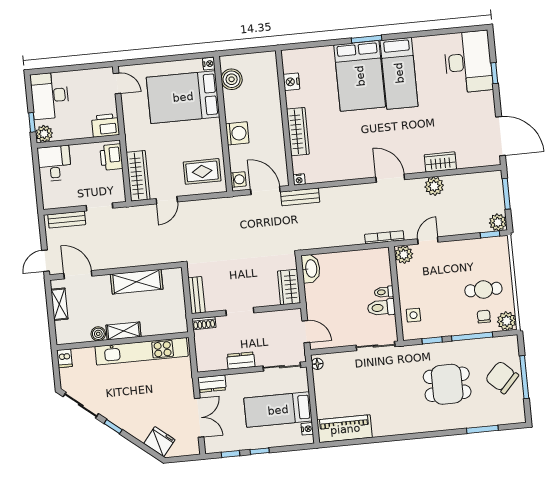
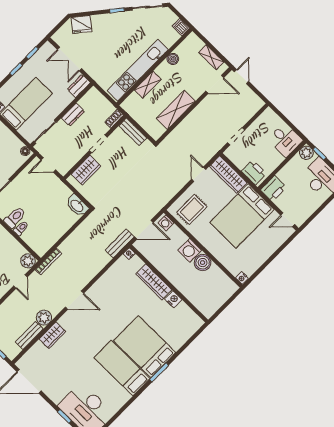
boiler: (232, 79) -> (203, 263), moved
nightstand: (291, 82) -> (173, 299), moved
bed: (183, 97) -> (242, 216), moved, turned 180
bench: (67, 220) -> (29, 335), moved
wardrobe: (289, 287) -> (86, 170), moved, turned 90
shelving: (123, 331) -> (148, 85), moved

